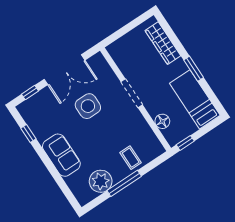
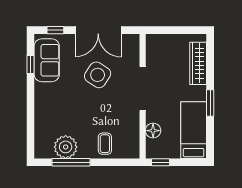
doorway: (132, 93) -> (143, 89), width x1.36
side table: (88, 106) -> (98, 75), turned 33
sofa: (61, 155) -> (47, 60), moved
window: (124, 183) -> (71, 162), moved

